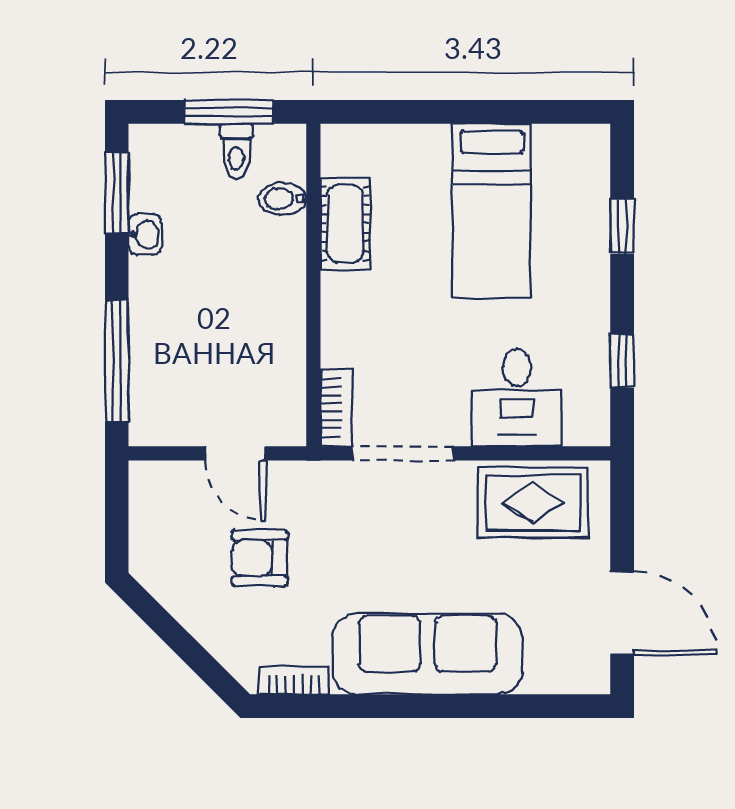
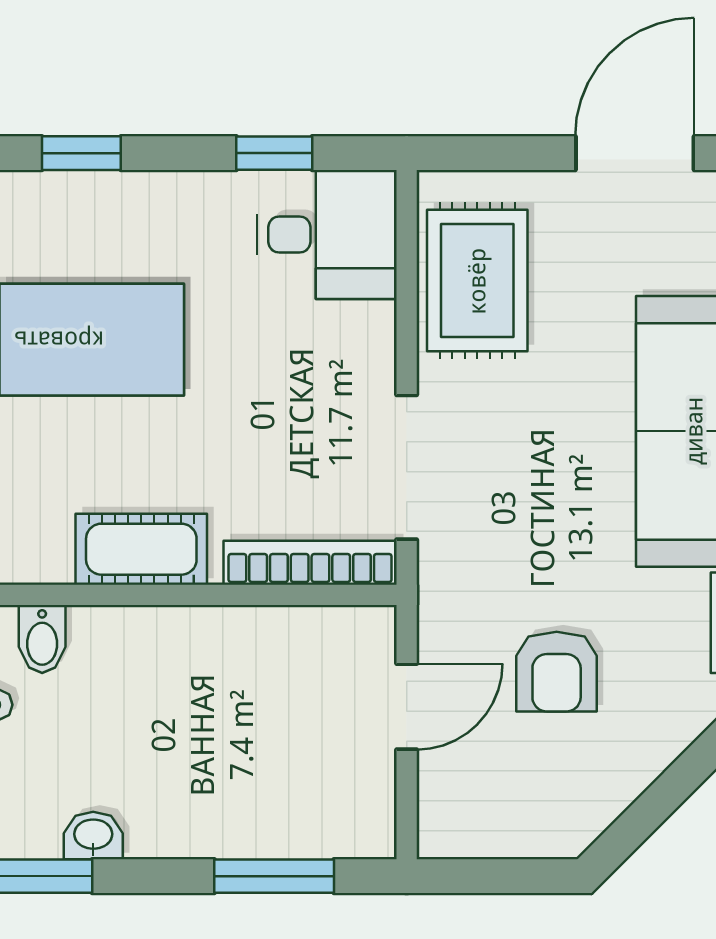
cot: (345, 224) -> (141, 549), moved
window: (117, 361) -> (274, 876), width x0.69
desk: (517, 398) -> (327, 234), moved
bookcase: (336, 408) -> (310, 563), width x1.56

